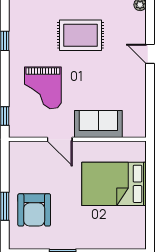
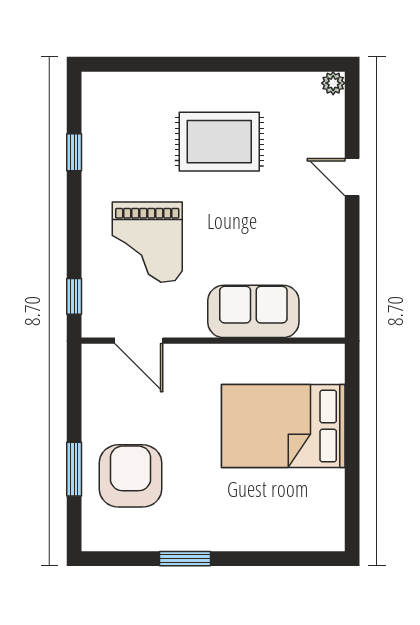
door: (60, 139) -> (139, 341), moved
armchair: (34, 210) -> (130, 476), turned 180

